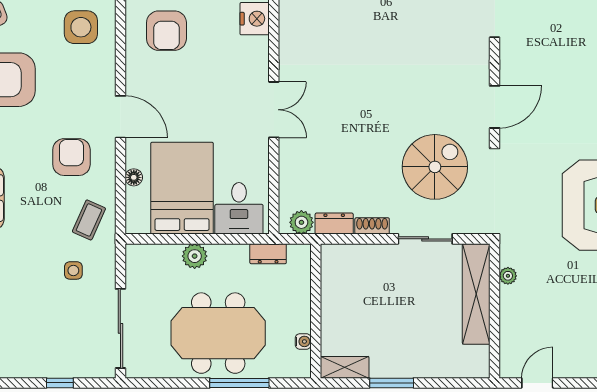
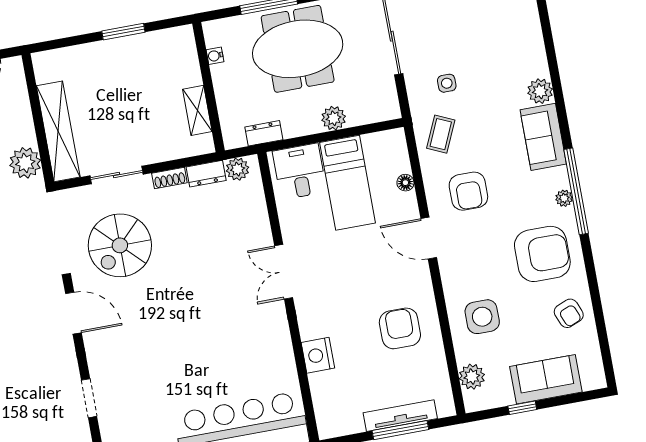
door: (495, 107) -> (73, 313), swing flipped
bed: (182, 188) -> (348, 183), width x0.67
plant: (508, 276) -> (25, 163), width x1.88, depth x1.88
shelving: (345, 367) -> (197, 110), moved, turned 90

